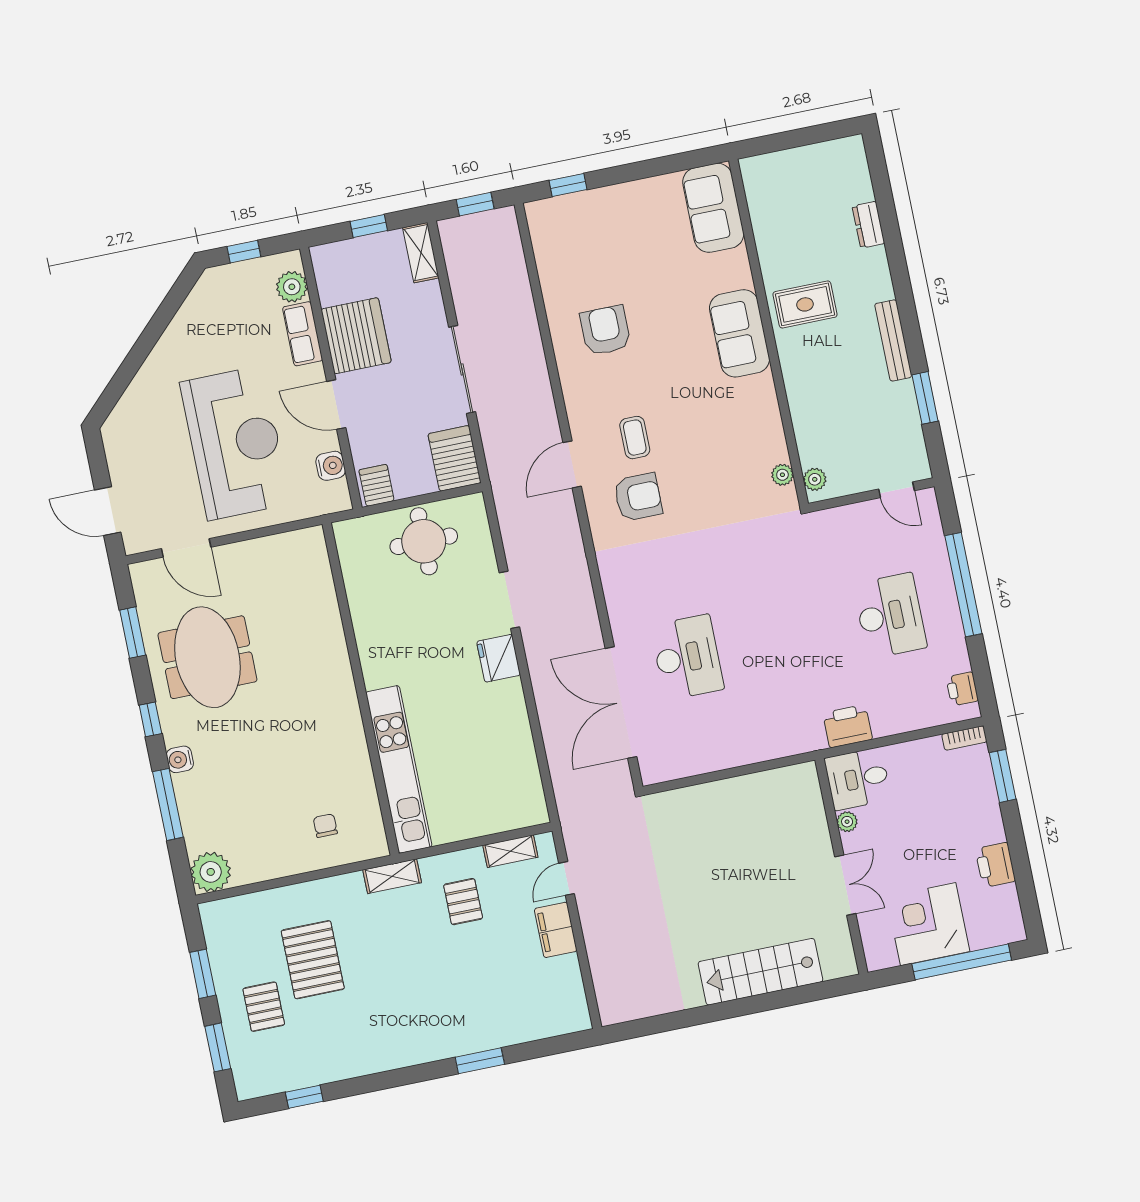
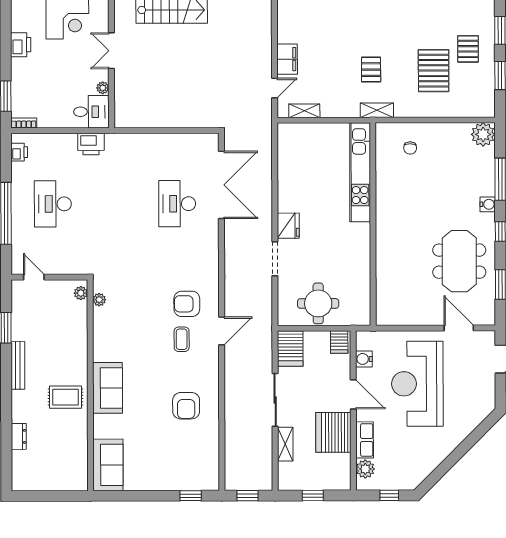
shelving: (421, 253) -> (285, 444), moved
pallet: (463, 902) -> (371, 70), moved

